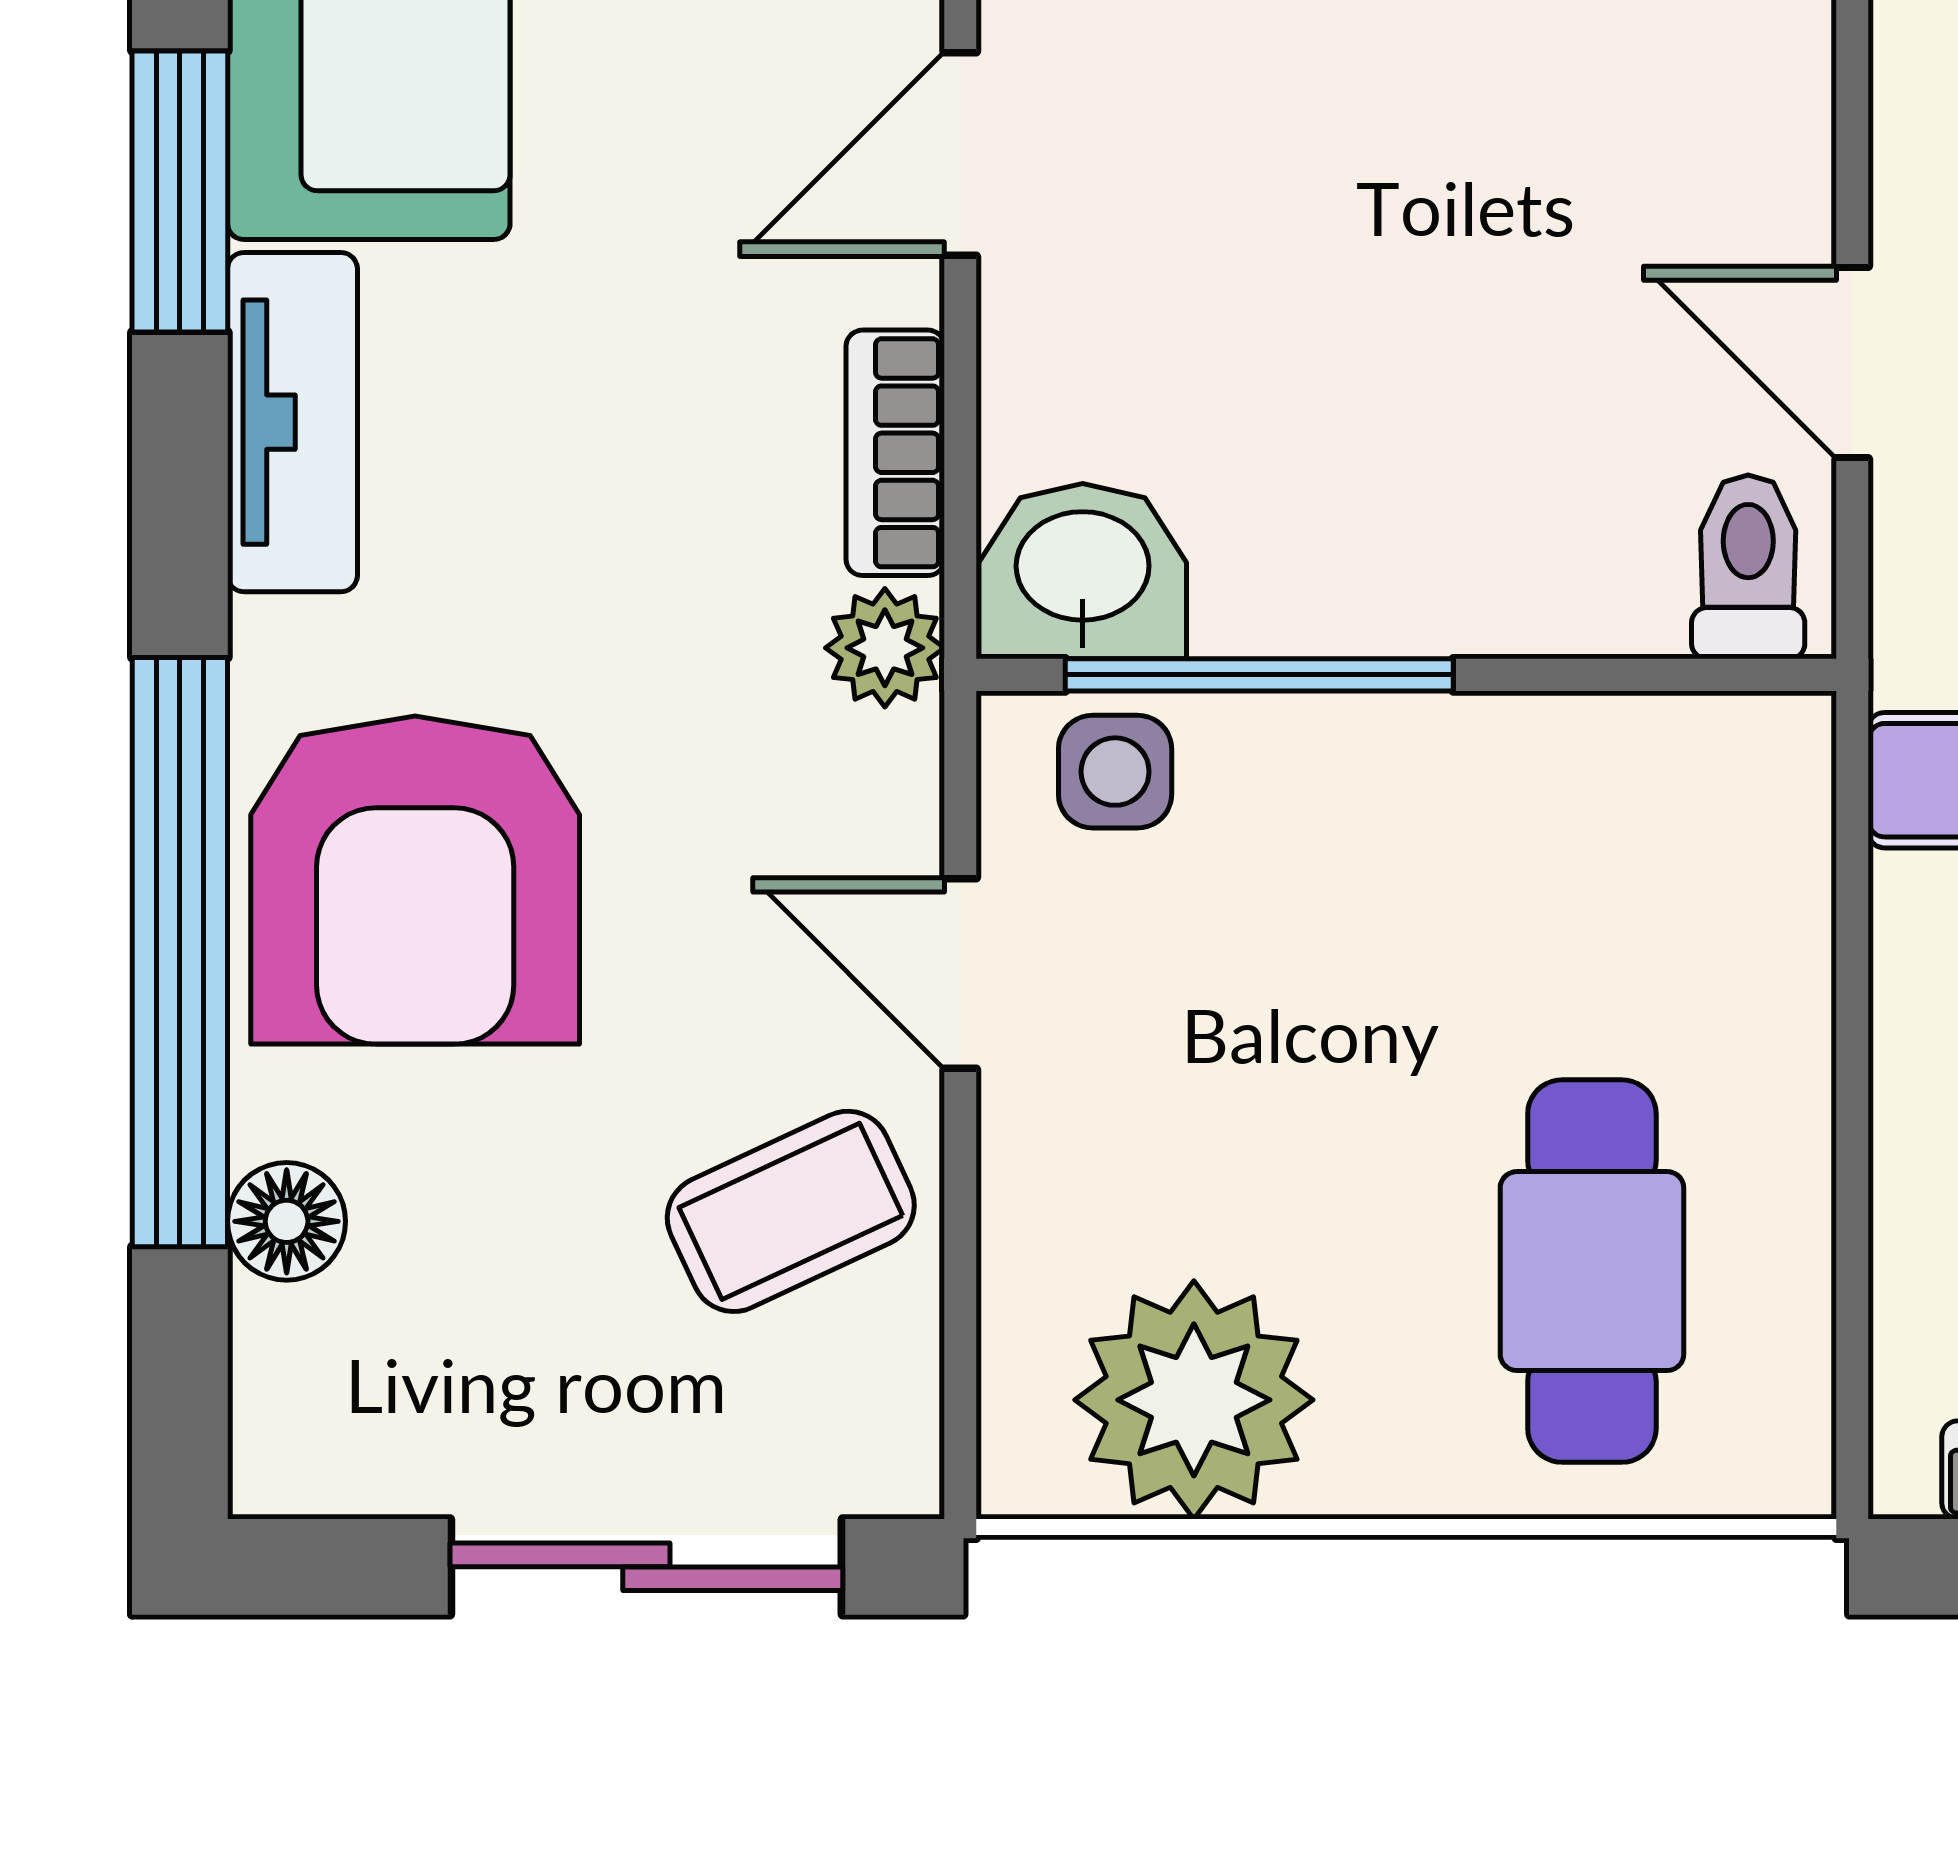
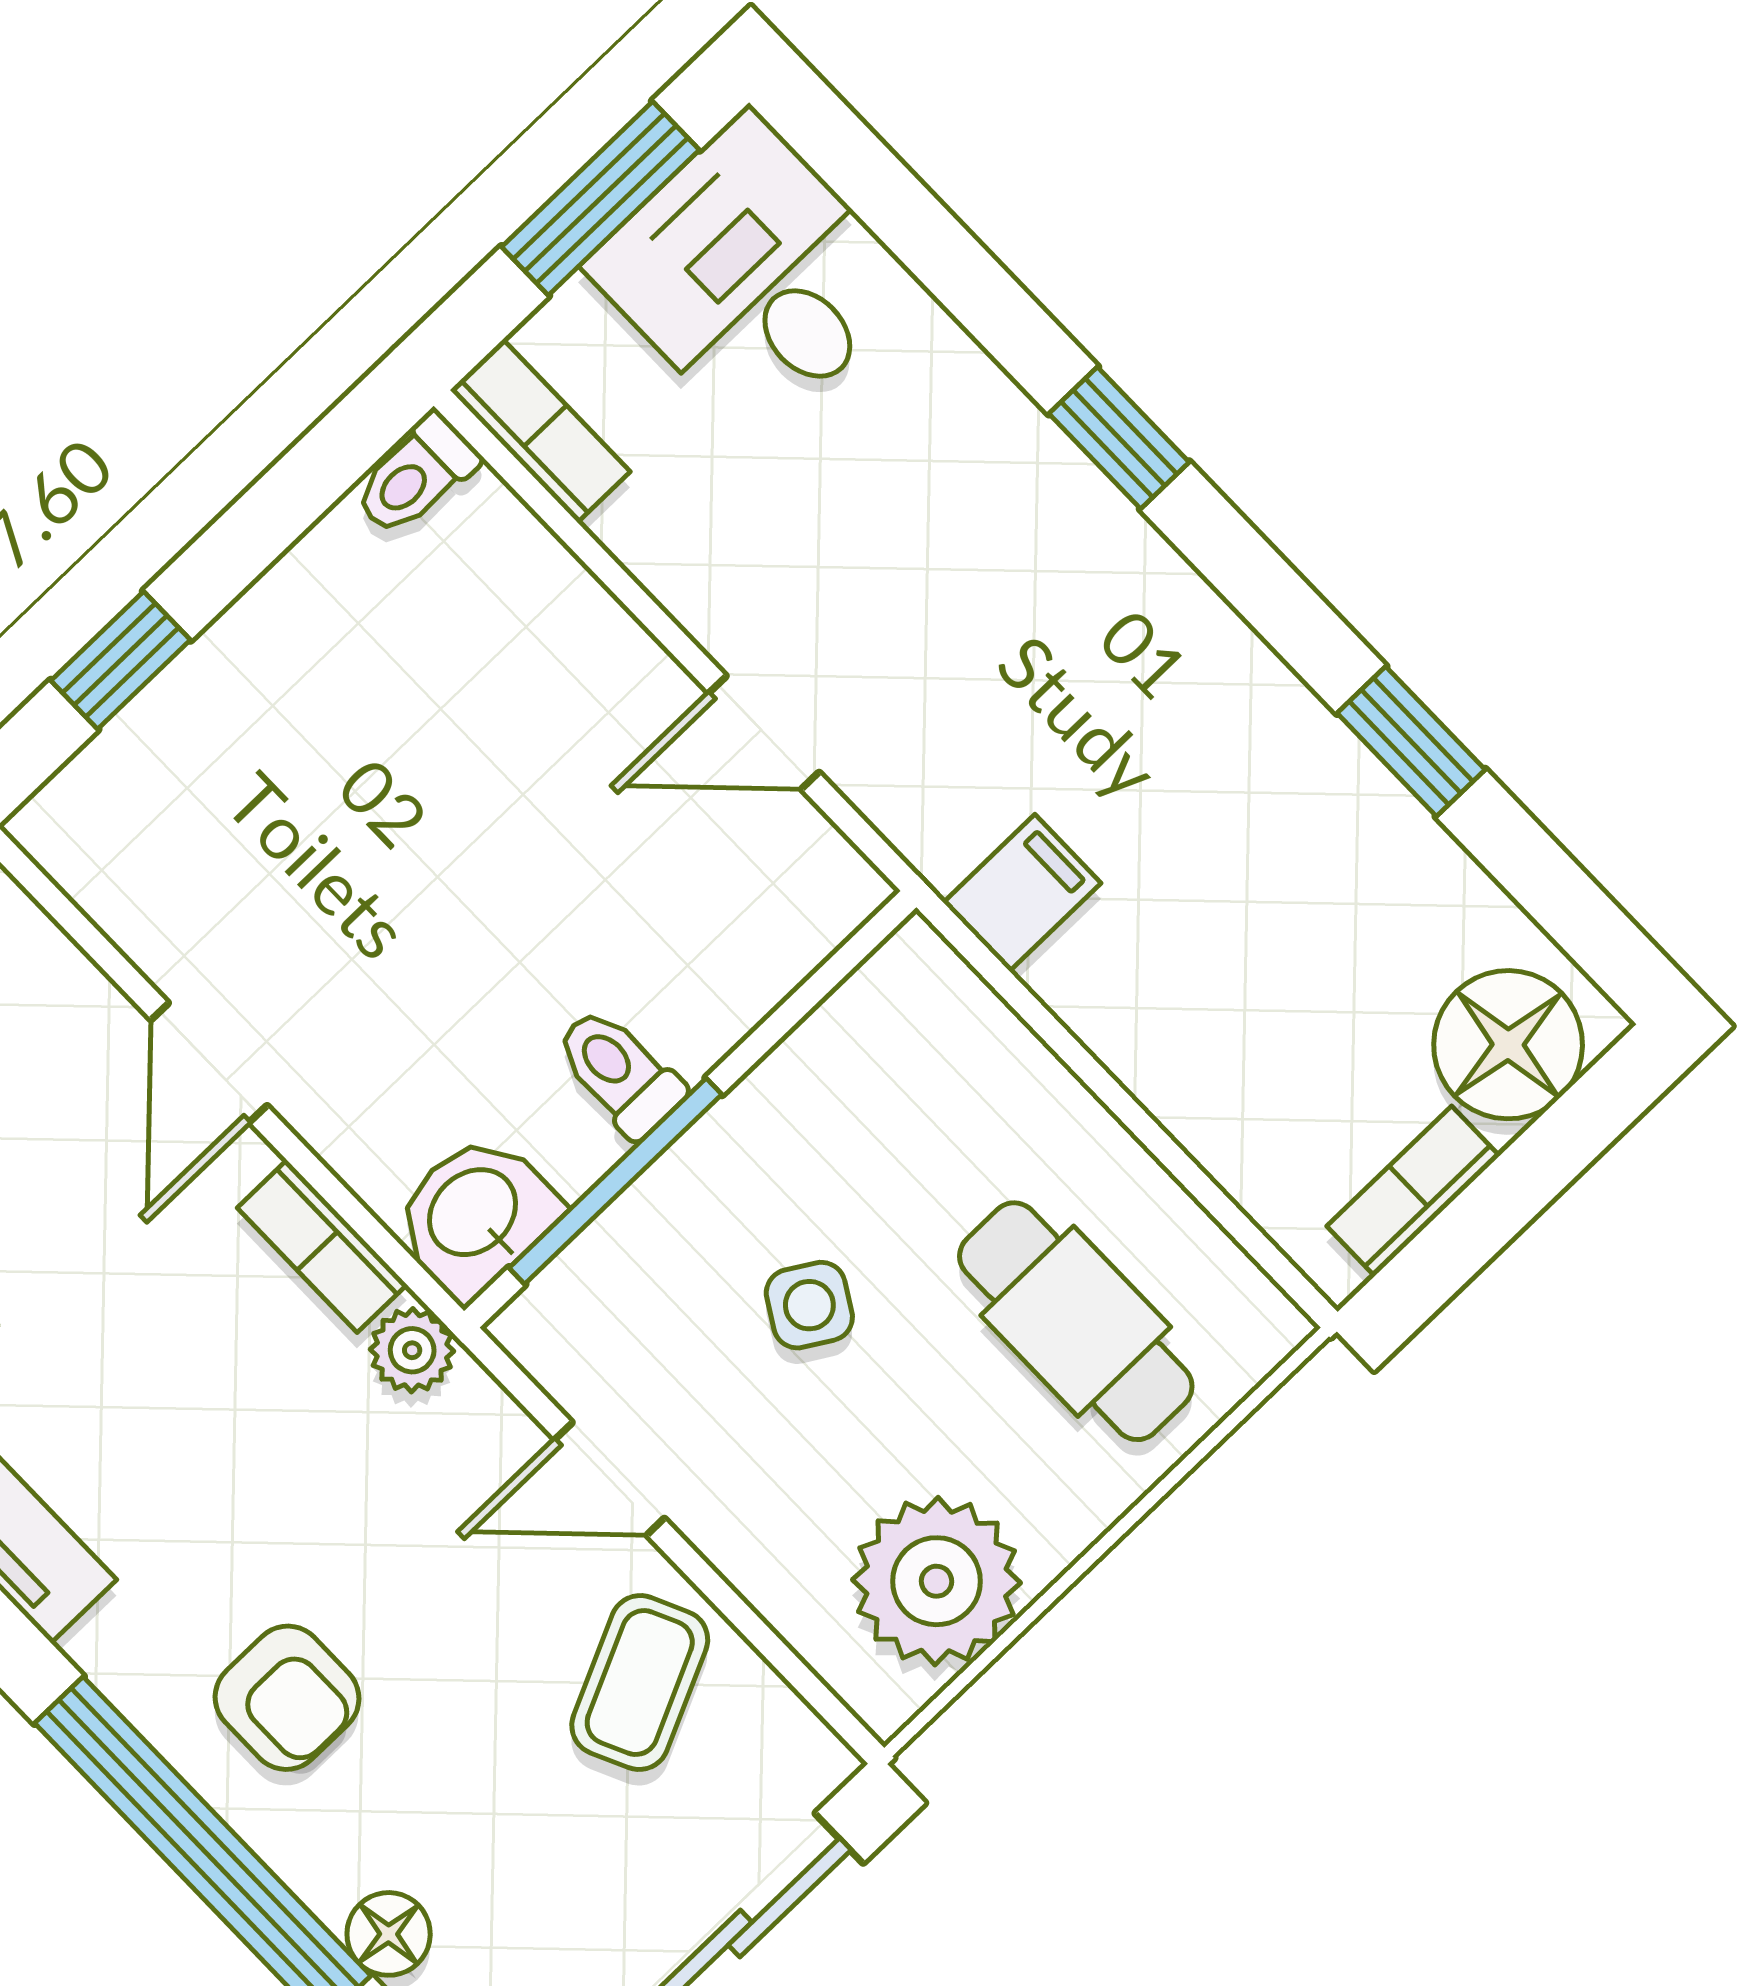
toilet: (1748, 567) -> (619, 1072), moved
side table: (1115, 772) -> (809, 1305), moved, turned 31
armchair: (415, 880) -> (287, 1698), width x0.53, depth x0.53

